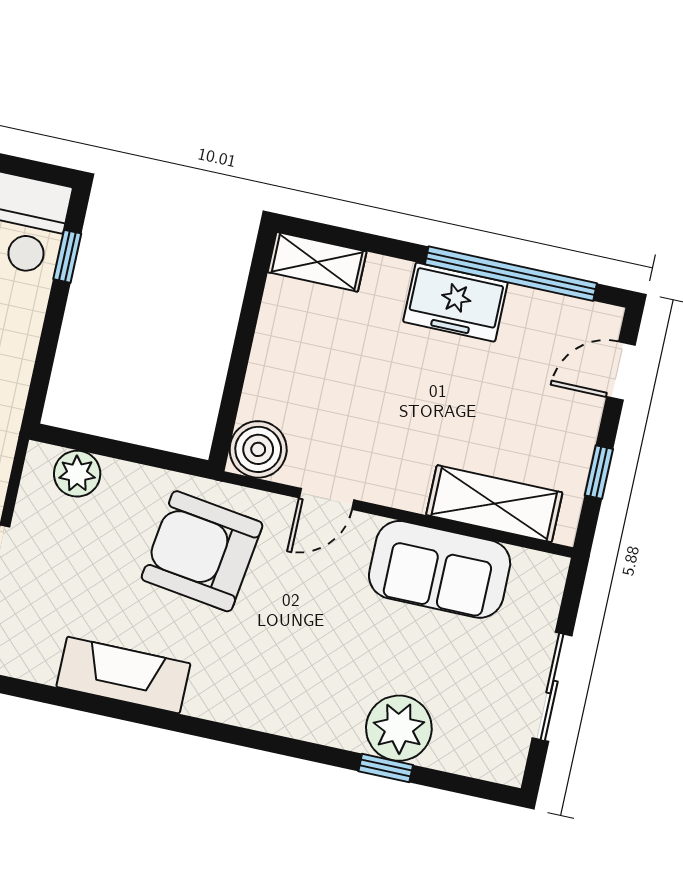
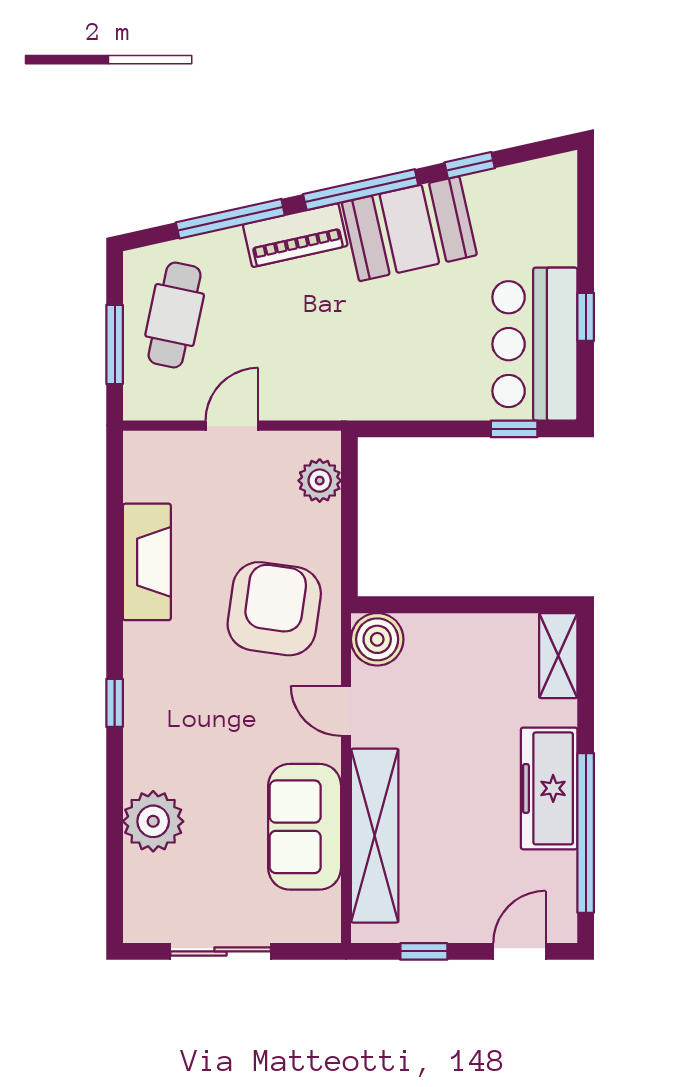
freezer: (455, 302) -> (549, 788), width x1.40
door: (621, 371) -> (520, 951), hinge flipped
shelving: (494, 504) -> (375, 836), width x1.47
window: (386, 768) -> (115, 703), moved

